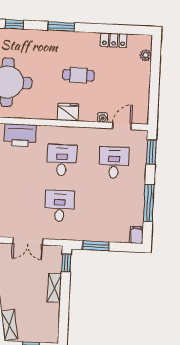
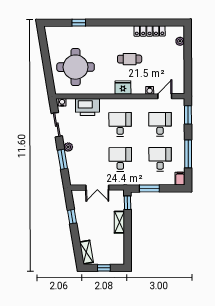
window: (61, 26) -> (115, 23), removed
locker: (114, 40) -> (150, 31), width x1.53
desk: (112, 208) -> (160, 159), added

